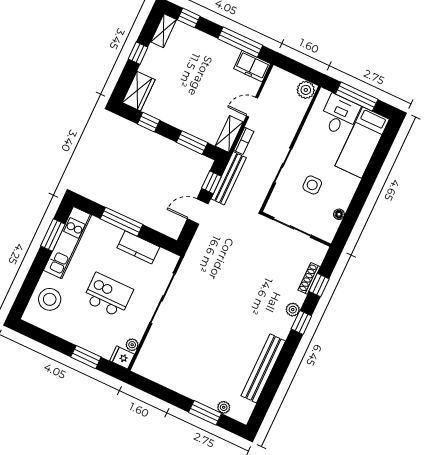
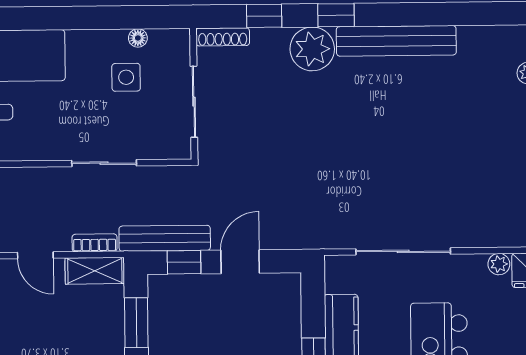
side table: (312, 185) -> (126, 77), moved
door: (198, 211) -> (240, 262), swing flipped
shoe rack: (309, 278) -> (223, 37), moved
plant: (293, 310) -> (312, 49), width x1.87, depth x1.87
bench: (263, 368) -> (396, 41), moved

